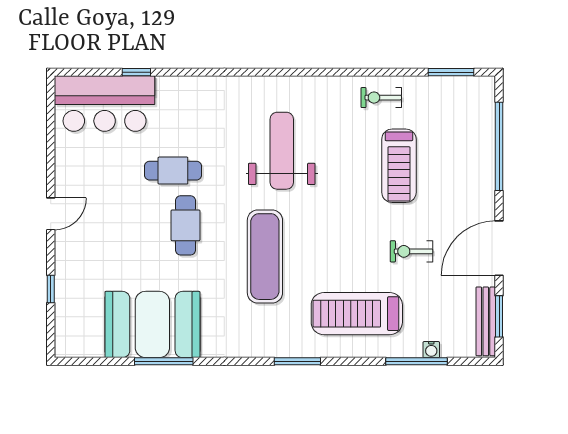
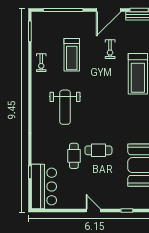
weight bench: (282, 151) -> (65, 107), turned -90
treadmill: (399, 166) -> (72, 55), turned 90
door: (499, 248) -> (109, 10), hinge flipped
exercise mat: (265, 257) -> (112, 115), removed

